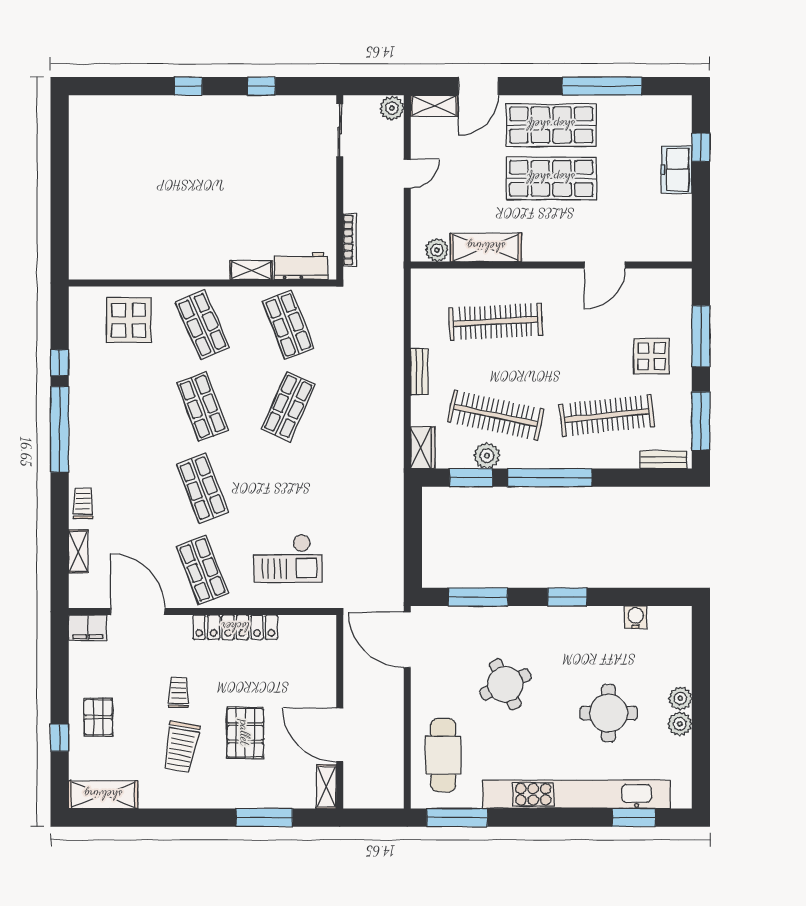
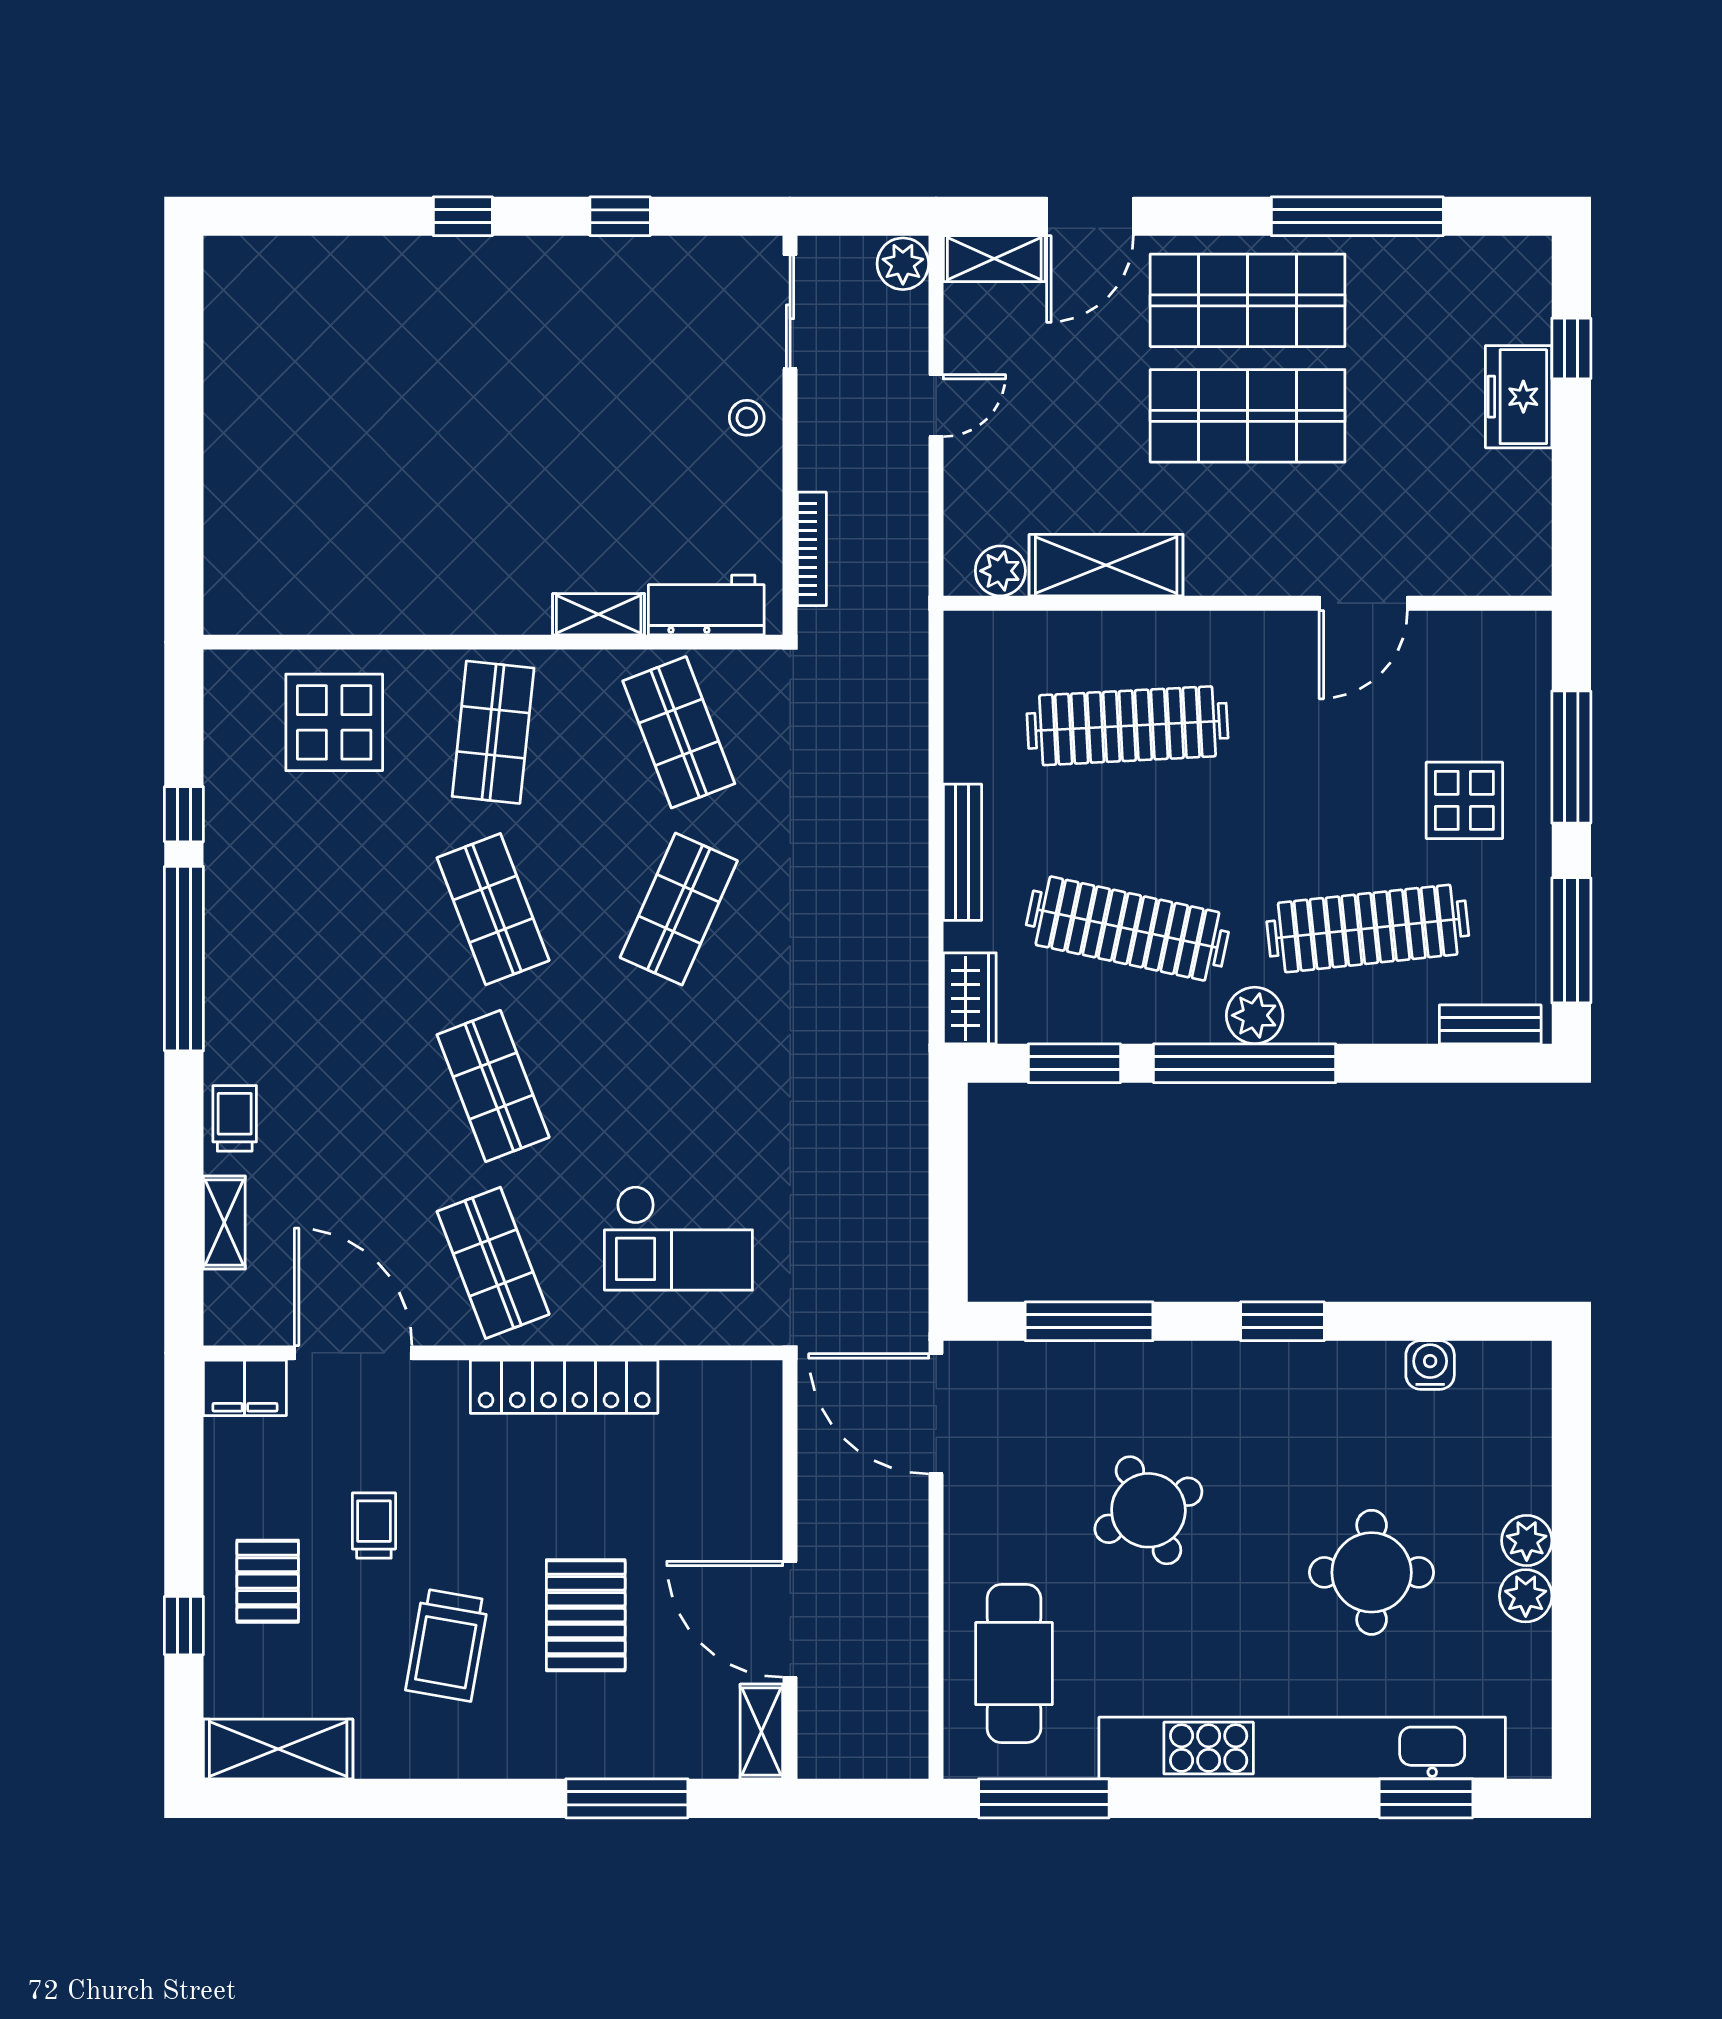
stool: (320, 179) -> (747, 418), added
shop shelf: (202, 325) -> (493, 732), turned 30
bench: (419, 372) -> (962, 852), width x1.36
plant: (487, 456) -> (1255, 1015), moved
trolley: (178, 692) -> (374, 1526), moved

